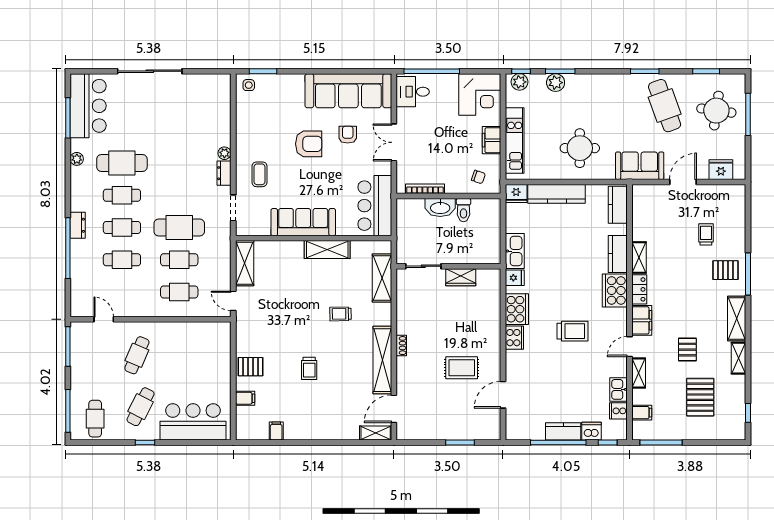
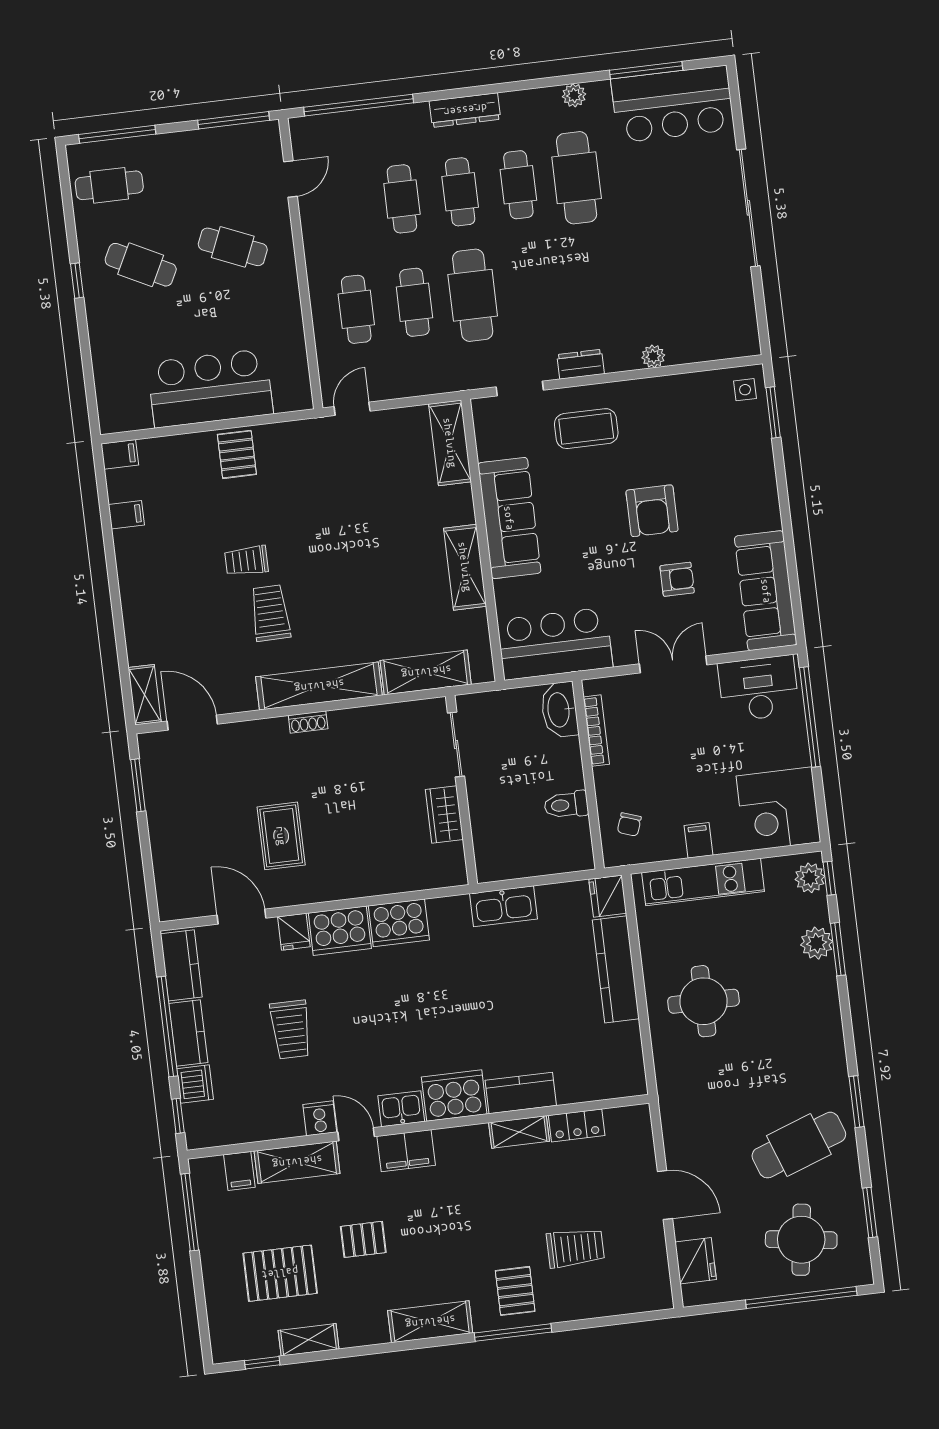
sofa: (348, 91) -> (766, 591), width x0.74, depth x0.79
desk: (413, 92) -> (759, 688), width x1.37
window: (748, 114) -> (801, 1298), width x1.46
filing cabinet: (492, 140) -> (699, 840), width x0.50
plant: (224, 153) -> (653, 356), moved
sofa: (640, 166) -> (685, 1113), removed
coffee table: (259, 174) -> (586, 429), width x1.36, depth x1.30
kitchen counter: (618, 205) -> (181, 965), moved, turned 90
washbasin: (440, 208) -> (559, 710), moved
dresser: (78, 225) -> (465, 110), width x1.44
trolley: (706, 234) -> (575, 1248), width x1.36, depth x1.39
window: (68, 248) -> (359, 105), moved
shelving: (245, 263) -> (450, 443), moved, turned 90
fridge: (515, 278) -> (294, 932), moved
locker: (639, 289) -> (577, 1125), moved
trolley: (341, 314) -> (270, 613), moved, width x1.36, depth x1.39
trolley: (573, 331) -> (291, 1030), moved
cooker: (514, 338) -> (340, 931), width x1.37, depth x1.31
shelving: (738, 358) -> (309, 1340), moved
shelving: (382, 360) -> (319, 686), moved
shelving: (639, 373) -> (297, 1162), width x1.50, depth x1.33
kitchen sink: (618, 389) -> (401, 1109), moved
filing cabinet: (245, 398) -> (120, 454), moved, turned -90
cooker: (618, 411) -> (320, 1118), moved
bar counter: (193, 422) -> (210, 388), moved, turned -90
window: (460, 442) -> (138, 785), moved

